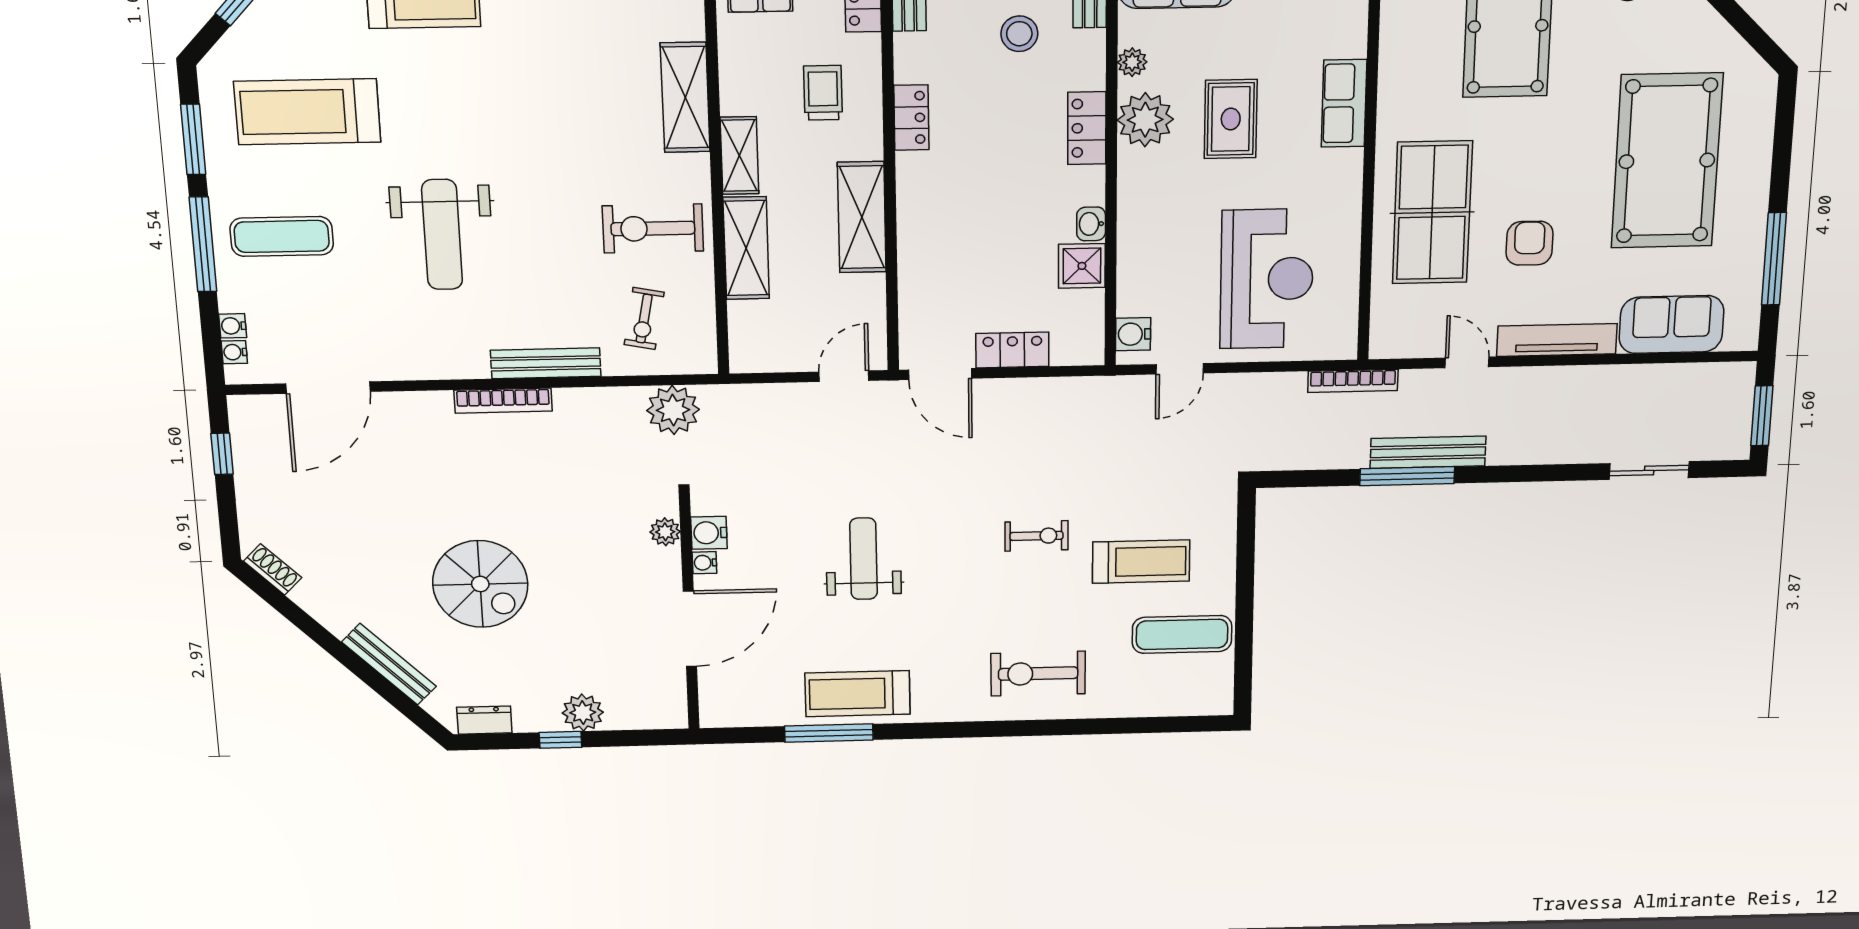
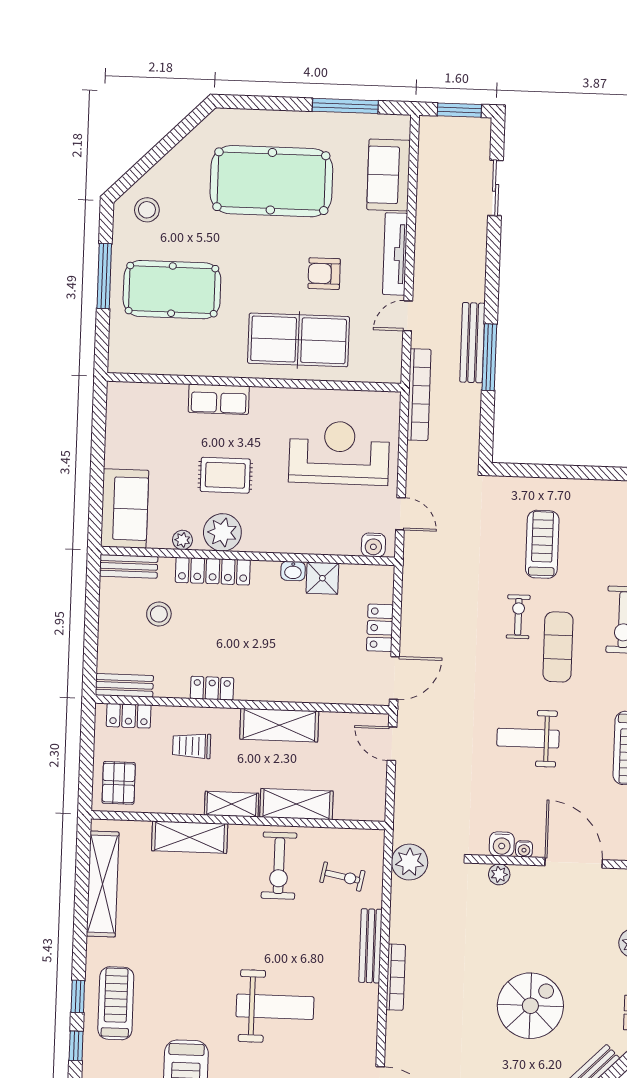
locker: (1087, 128) -> (213, 571), width x1.53
bookcase: (1353, 381) -> (419, 395), width x1.48, depth x1.31
exercise mat: (1182, 634) -> (558, 647), moved

